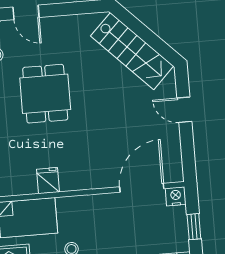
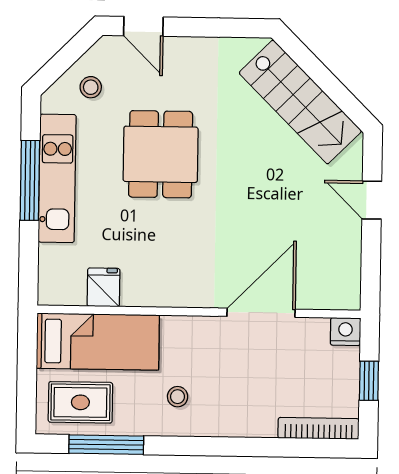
fridge: (48, 181) -> (103, 287), moved
door: (142, 188) -> (261, 313), moved

